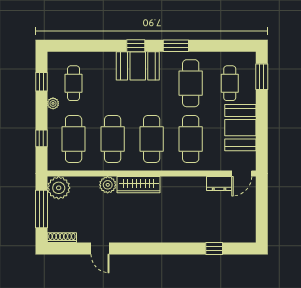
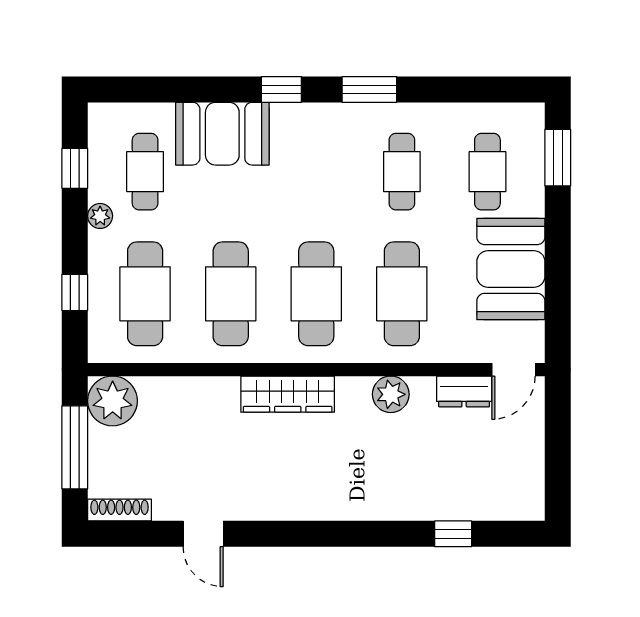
booth: (138, 66) -> (222, 134), moved
cafe table: (191, 83) -> (402, 172), width x0.73, depth x0.74
plant: (108, 185) -> (391, 394), moved

